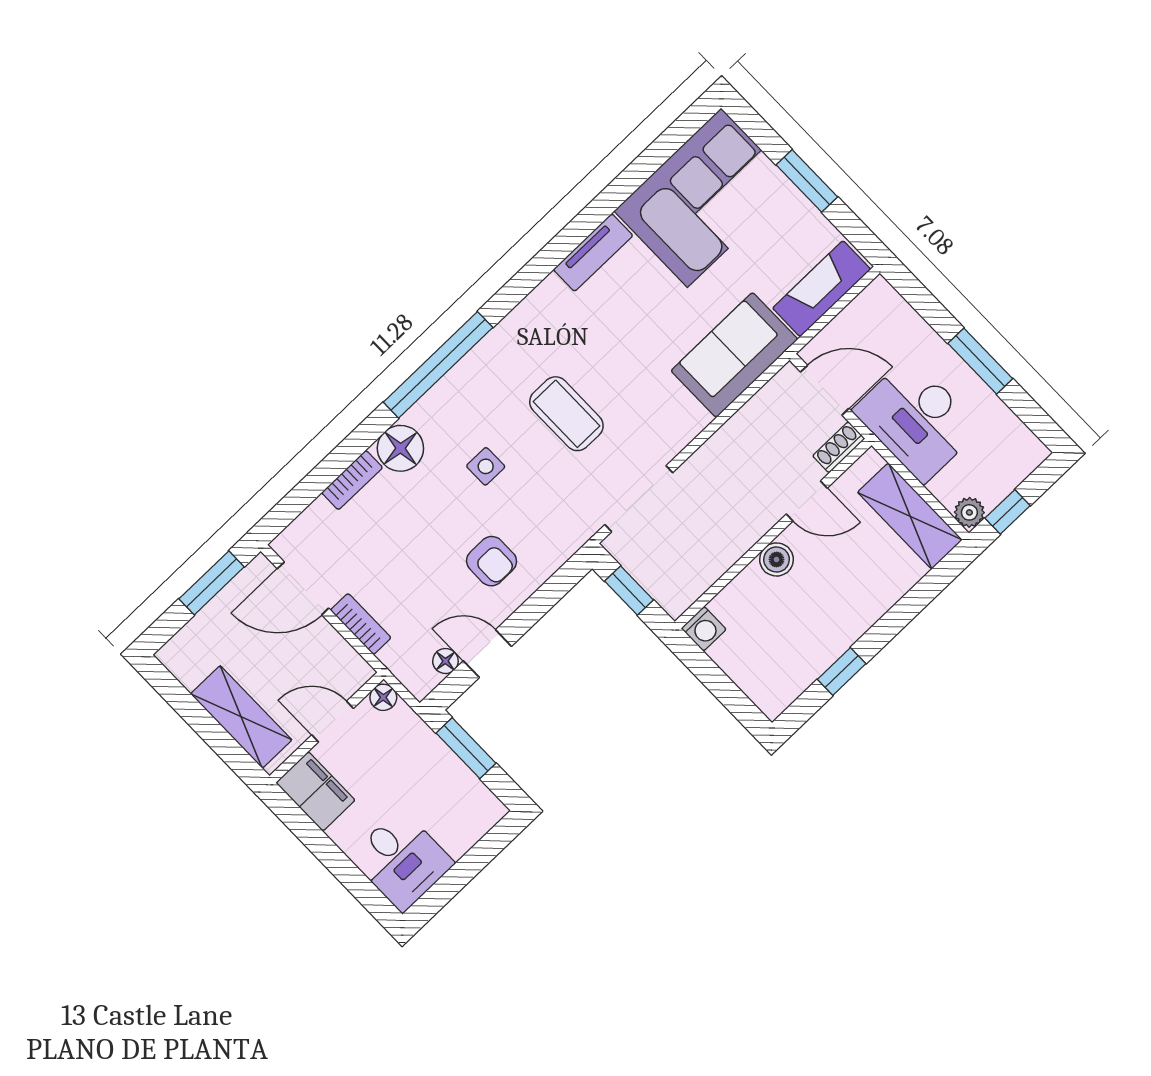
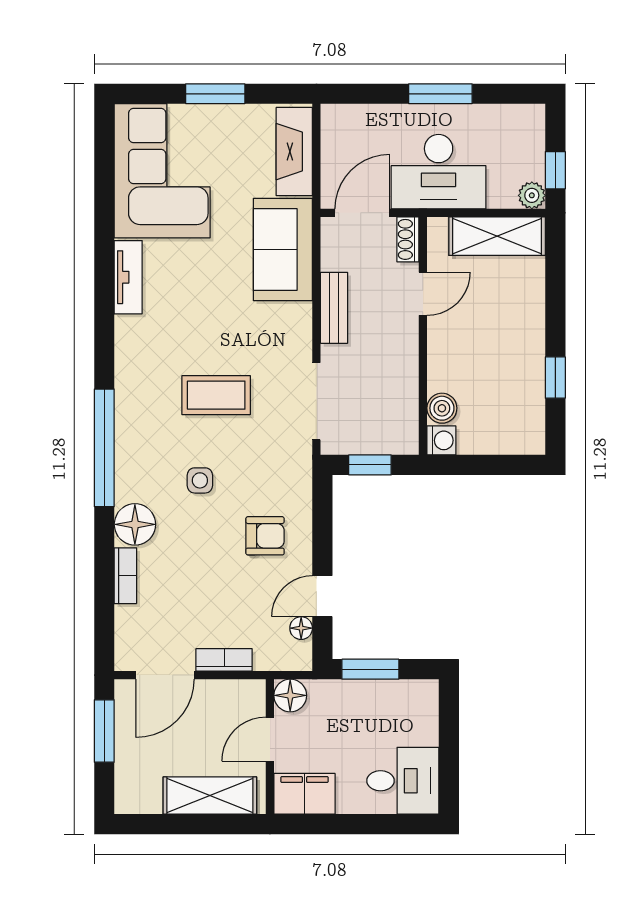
bench: (727, 441) -> (334, 308), added
boiler: (777, 559) -> (442, 408), moved
floor lamp: (383, 697) -> (290, 695), width x1.37, depth x1.37

